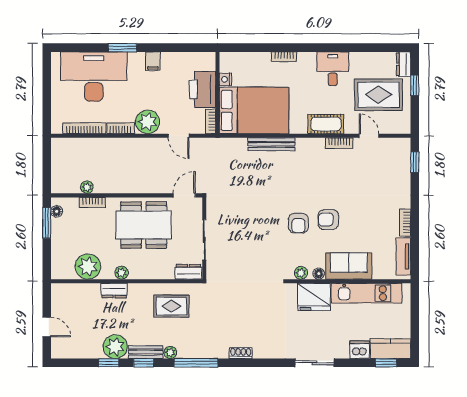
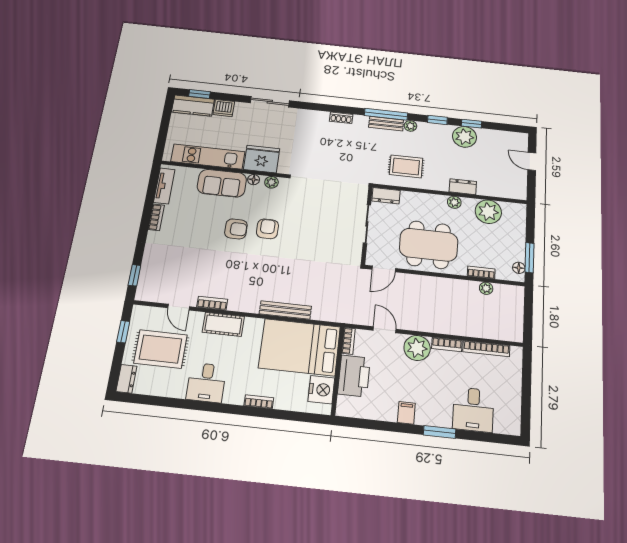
desk: (94, 77) -> (473, 410), width x0.53, depth x0.77
nightstand: (225, 79) -> (321, 390), width x1.89, depth x1.79
window: (415, 85) -> (123, 332), moved
bench: (146, 352) -> (386, 124), moved

